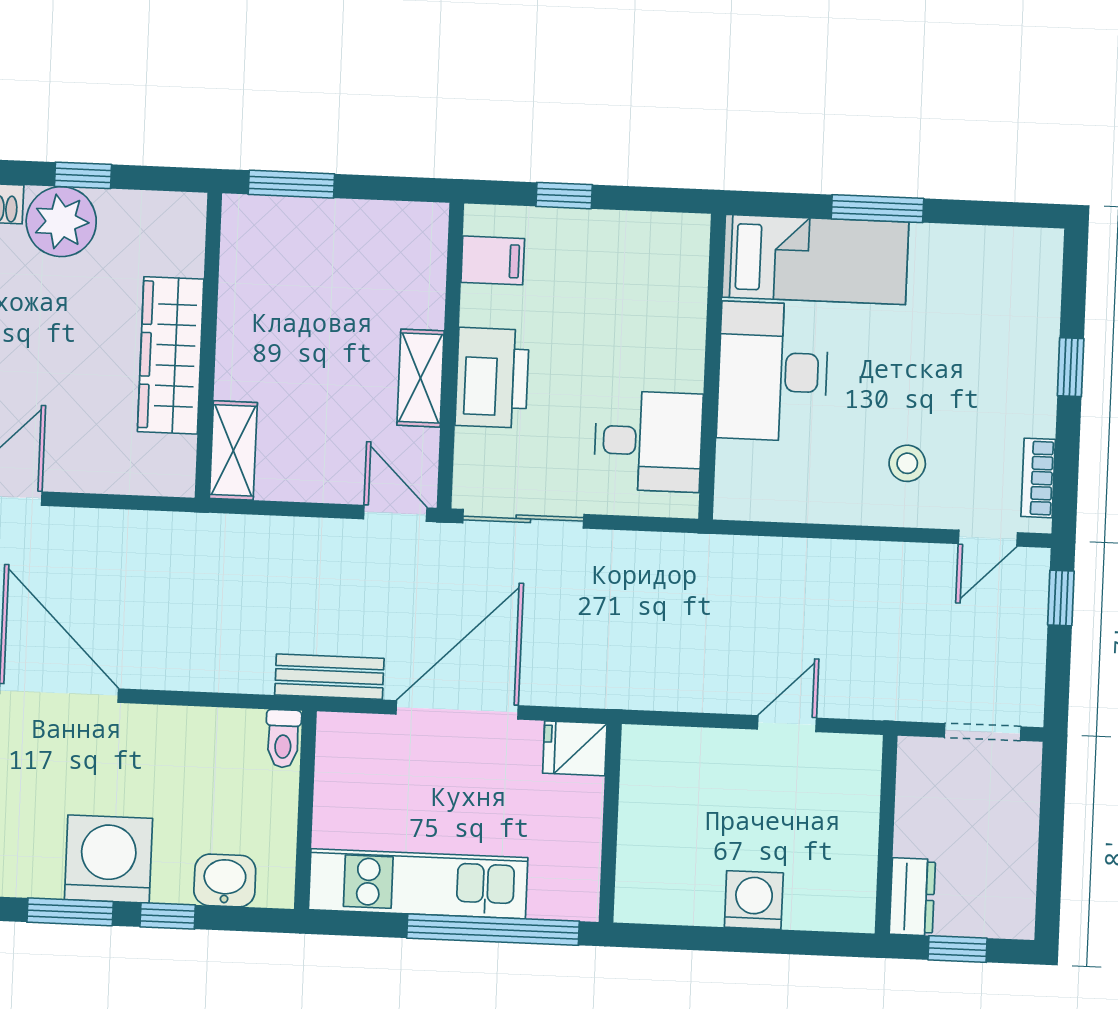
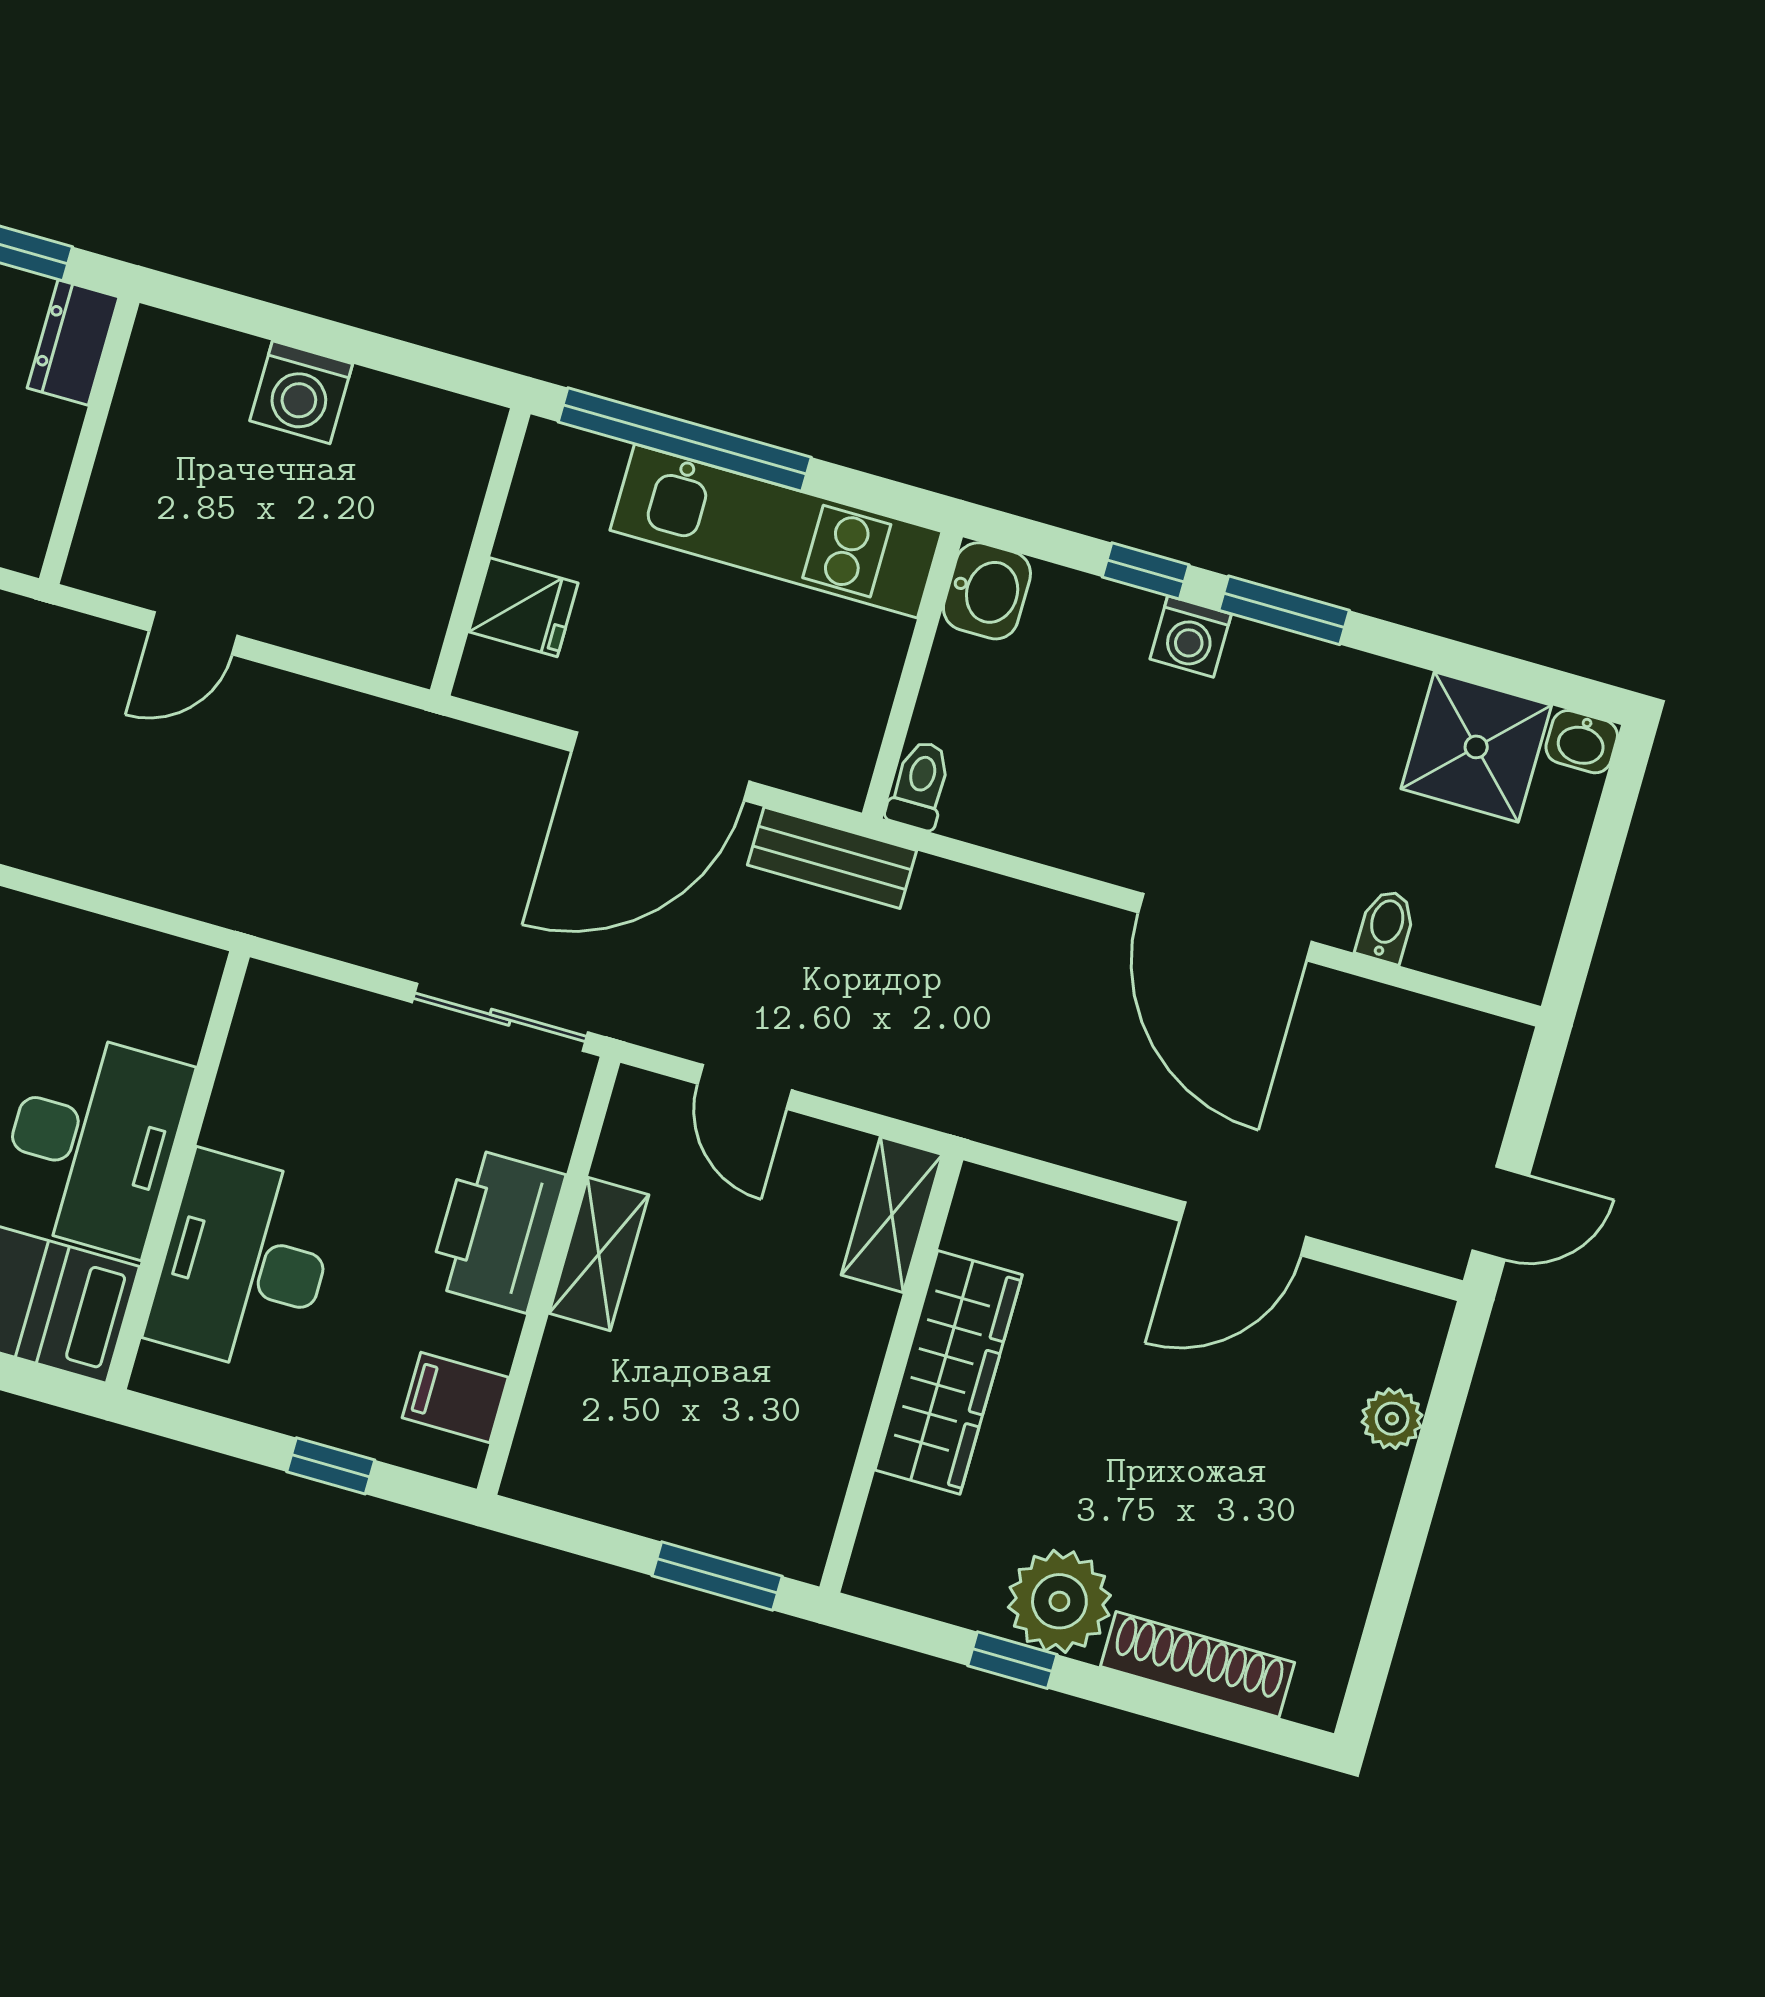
desk: (648, 441) -> (244, 1263), moved, width x1.37
door: (395, 513) -> (745, 1087), moved
fridge: (575, 748) -> (523, 607), moved
washing machine: (109, 859) -> (1191, 637), width x0.53, depth x0.53
washbasin: (225, 880) -> (987, 591), moved, turned -90

